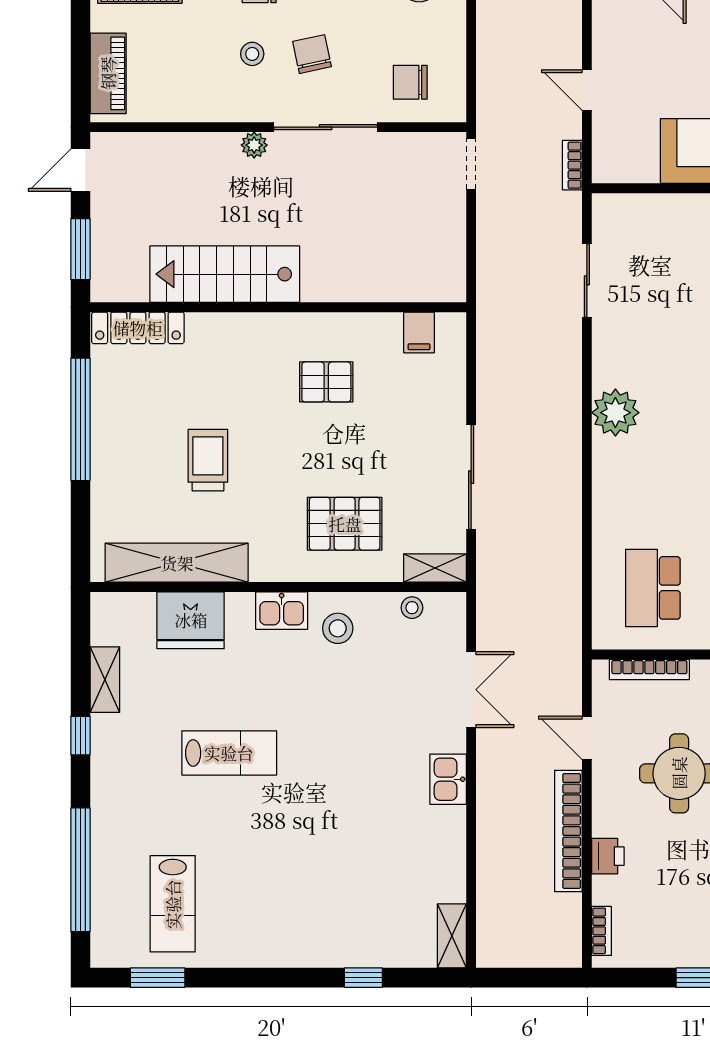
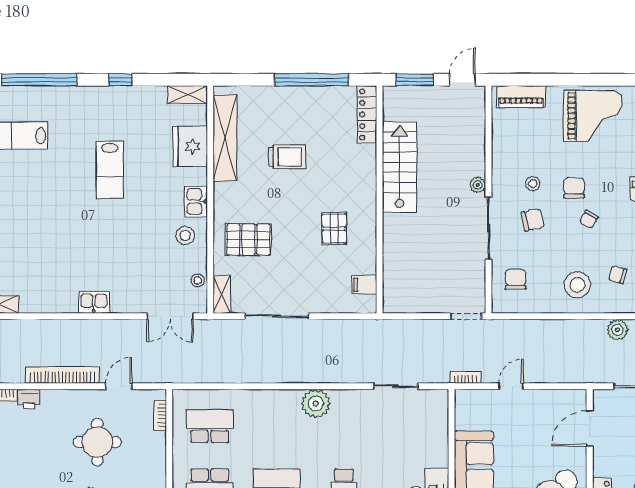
door: (80, 170) -> (462, 80), hinge flipped
pallet: (345, 524) -> (248, 240), turned 90
bookcase: (649, 670) -> (160, 415), width x0.64
shelving: (105, 680) -> (187, 95), moved
double door: (471, 690) -> (170, 316), moved
printer: (608, 856) -> (29, 399), moved

